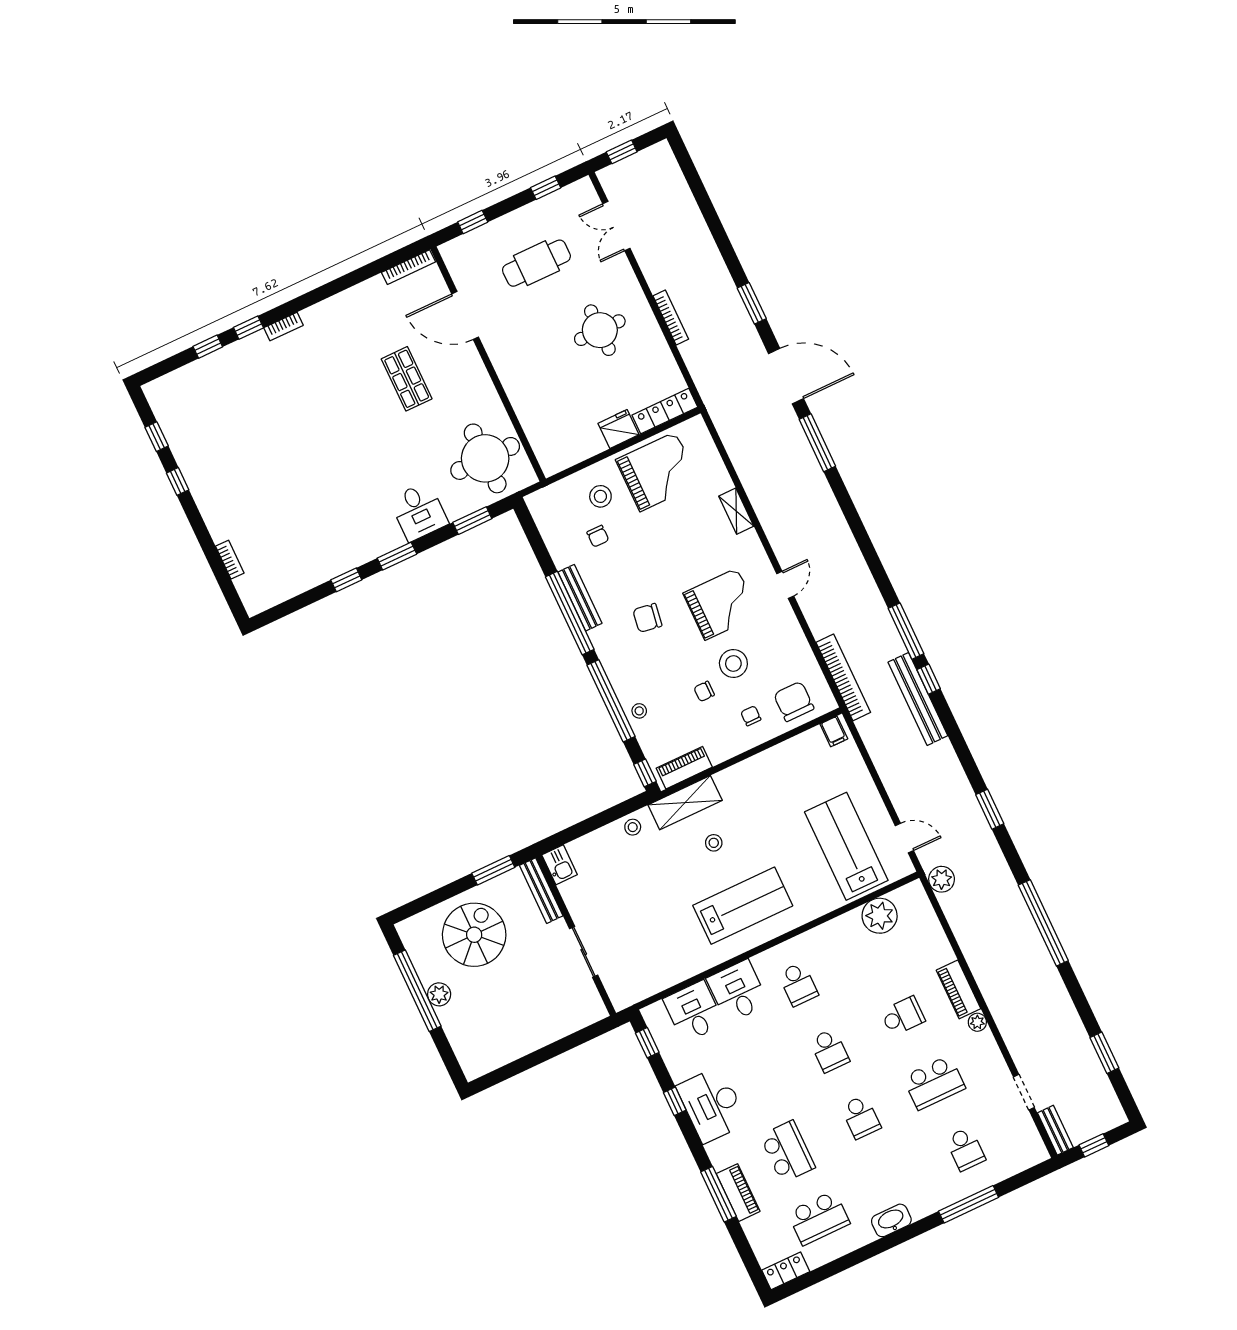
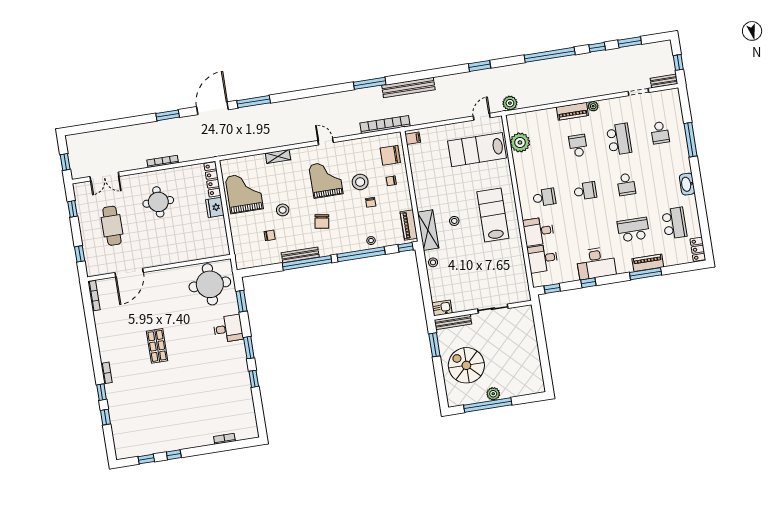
shop shelf: (407, 379) -> (157, 346), moved, turned 90
stool: (600, 496) -> (283, 210), moved
window: (929, 679) -> (597, 47), moved
school desk: (861, 1117) -> (626, 184), turned 90
school desk: (965, 1149) -> (660, 133), turned 90

